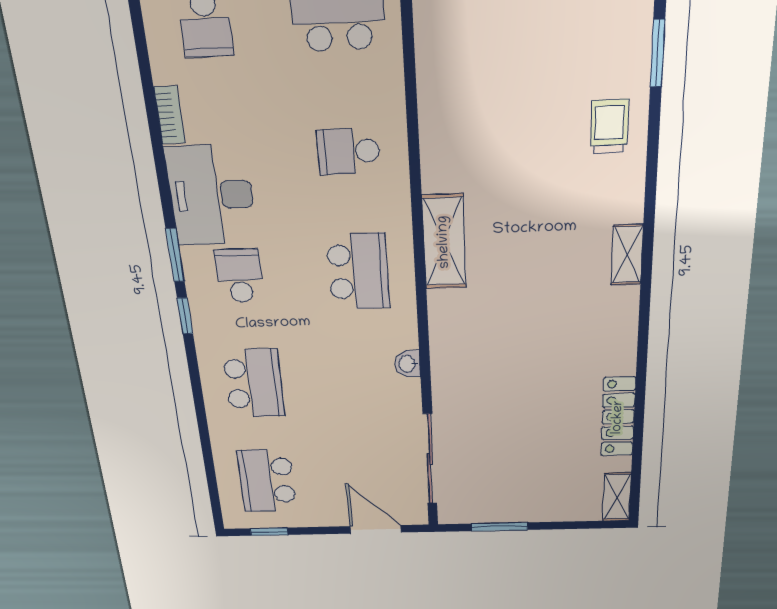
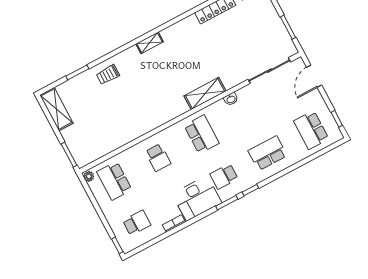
shelving: (444, 242) -> (205, 94), moved
school desk: (358, 272) -> (202, 134), turned 90
school desk: (267, 481) -> (311, 130), turned 90

